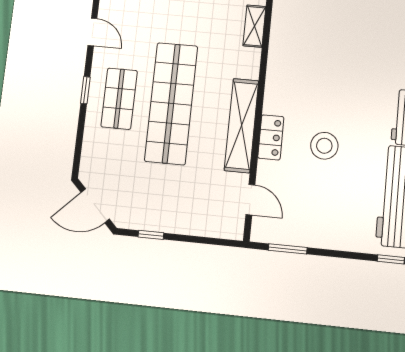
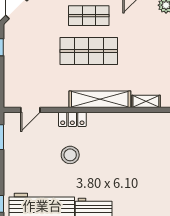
shop shelf: (171, 103) -> (89, 51), width x0.71
shelving: (241, 125) -> (100, 99), moved

